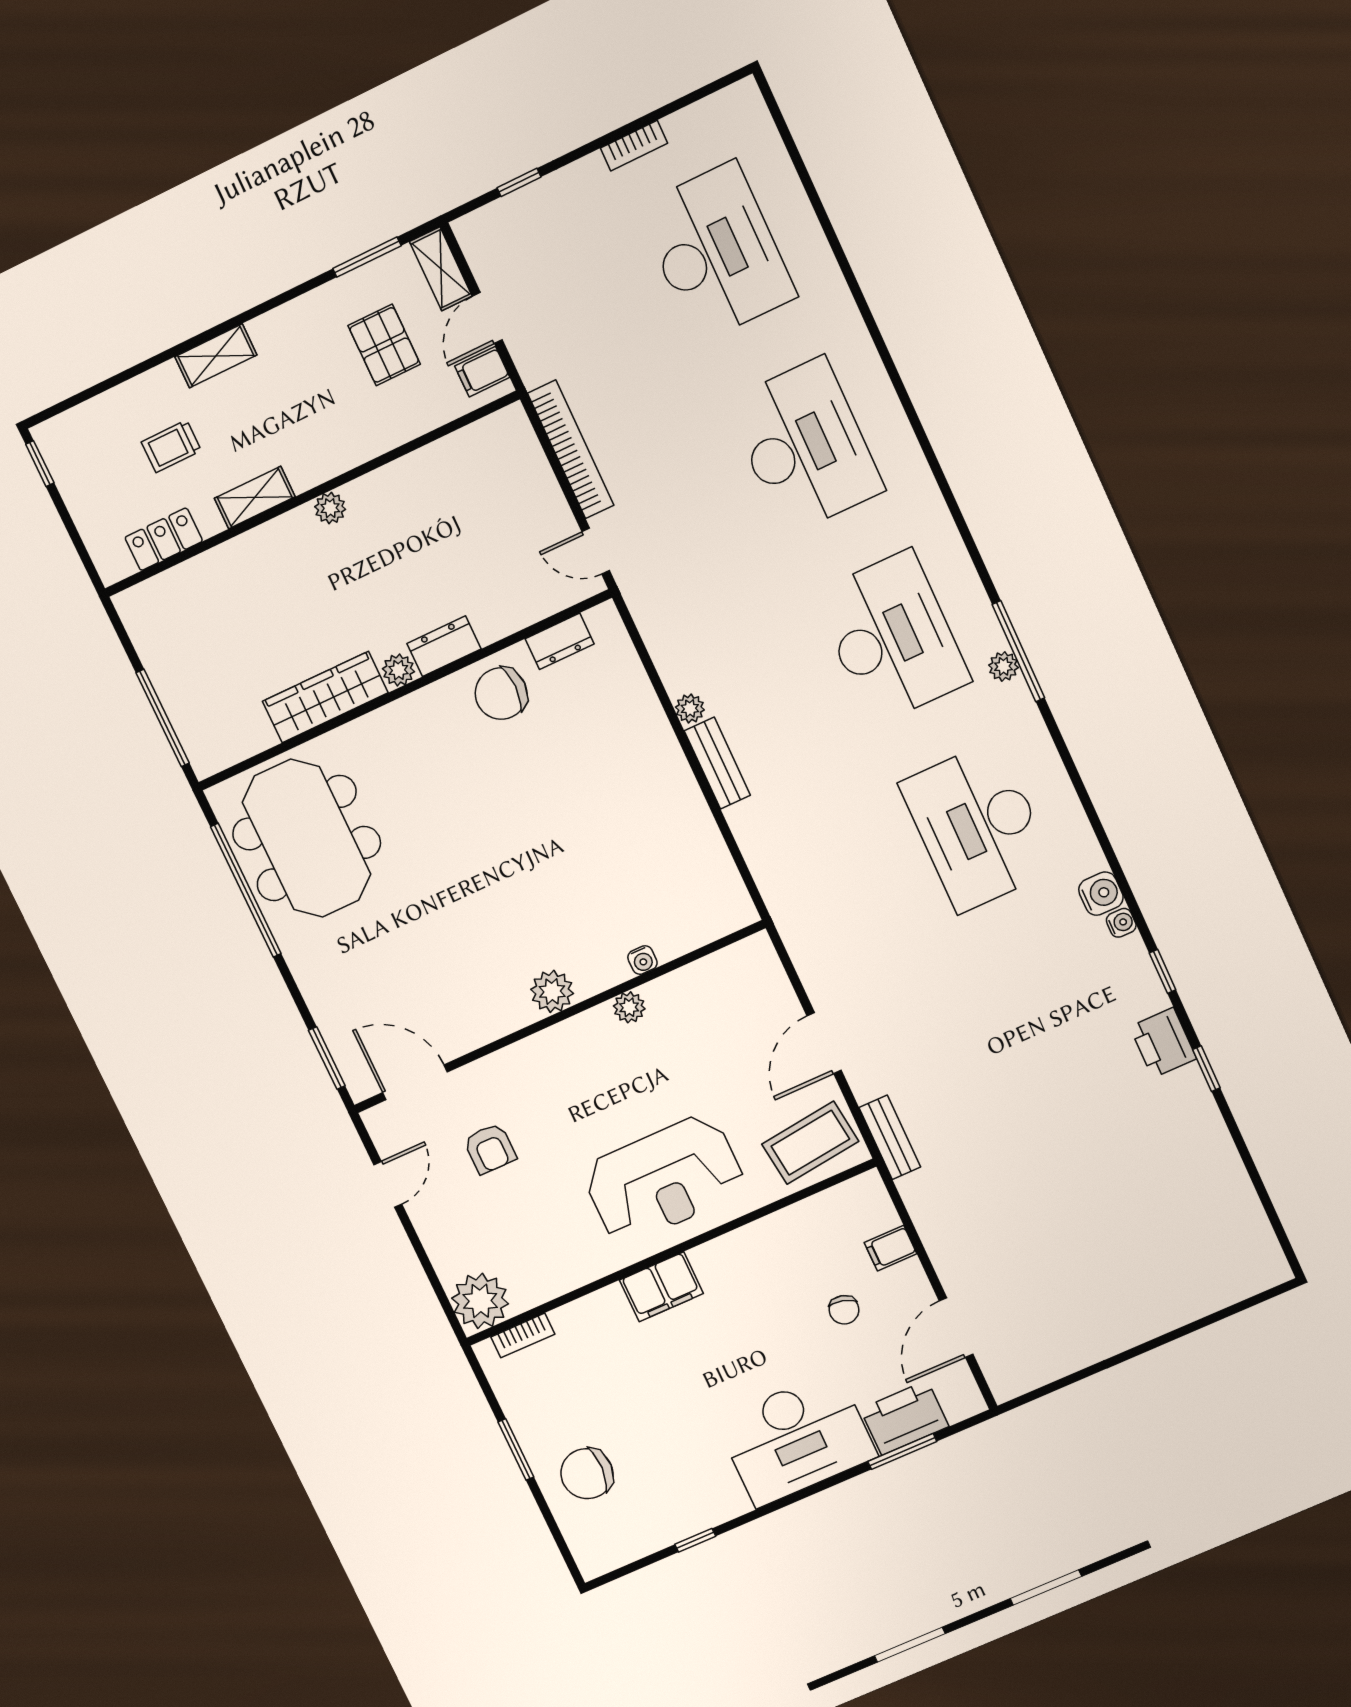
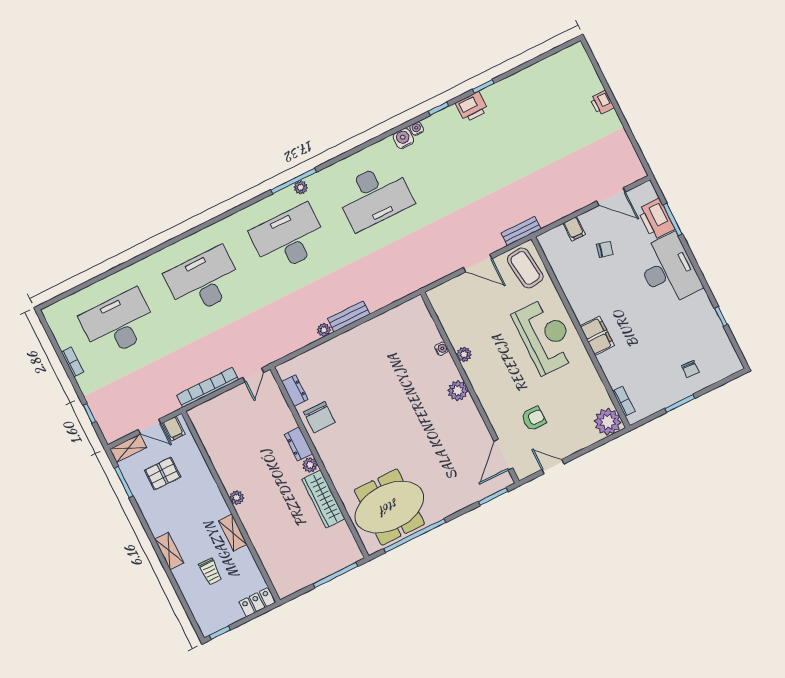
locker: (164, 539) -> (257, 602), moved, turned 90
printer: (1158, 1317) -> (602, 103), added
chair: (587, 1474) -> (690, 369), width x0.54, depth x0.54

